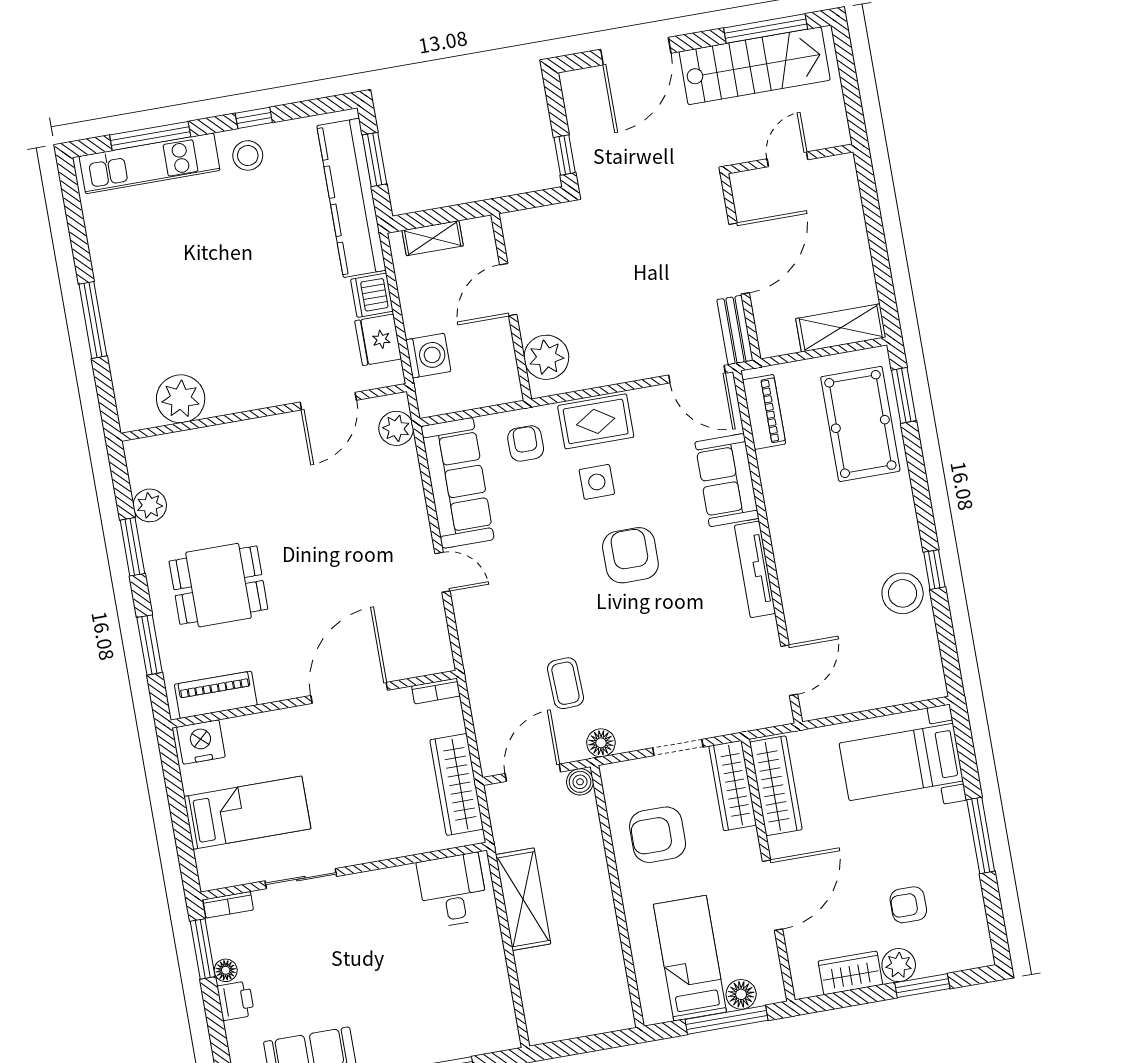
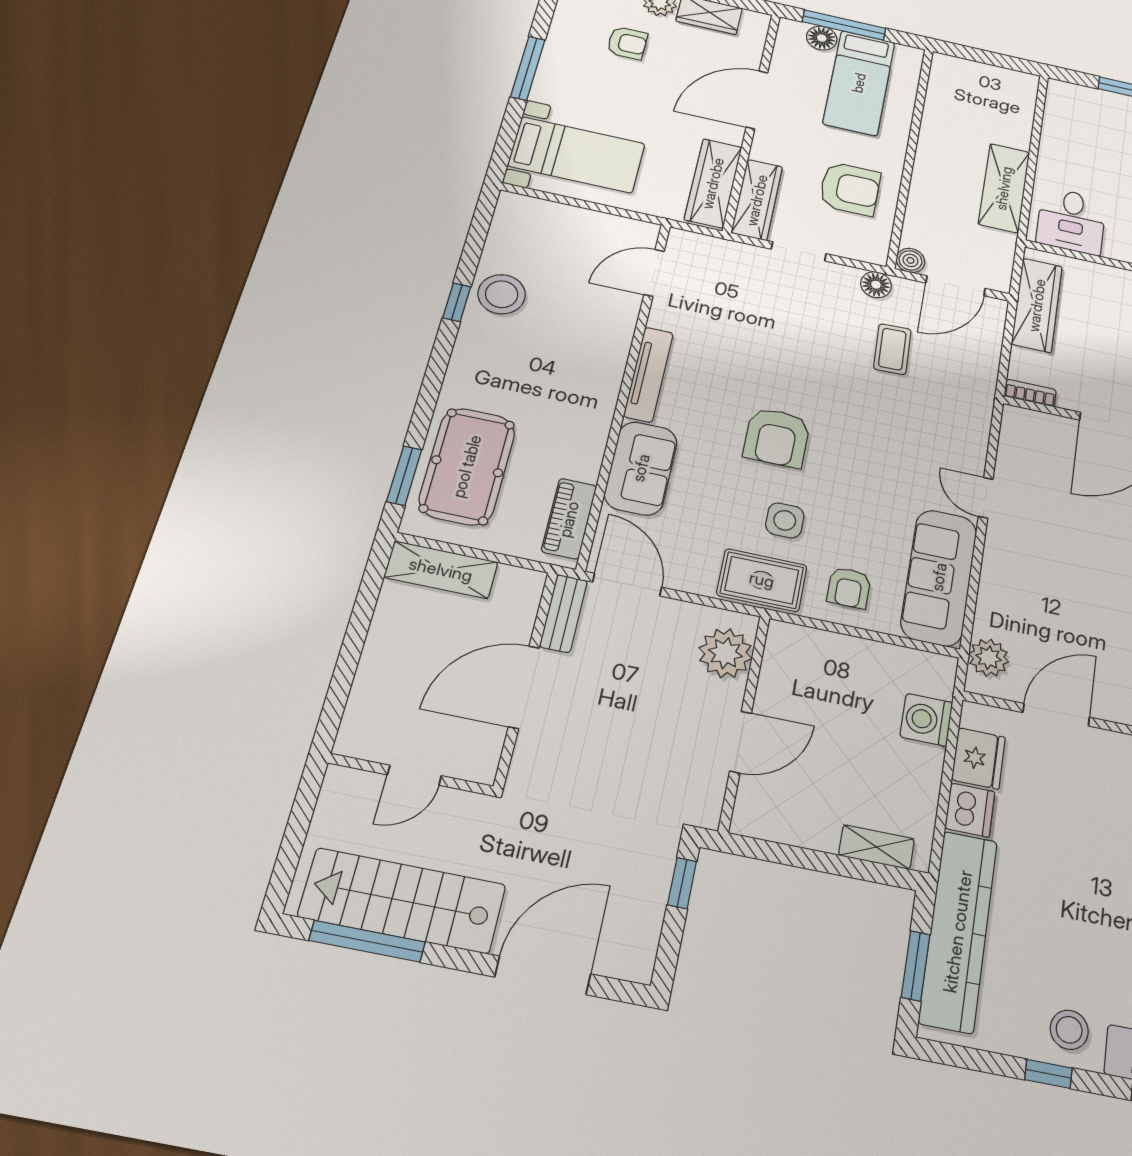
door: (508, 290) -> (741, 742), moved
wall: (511, 307) -> (745, 722), moved
plant: (546, 357) -> (726, 653), moved

